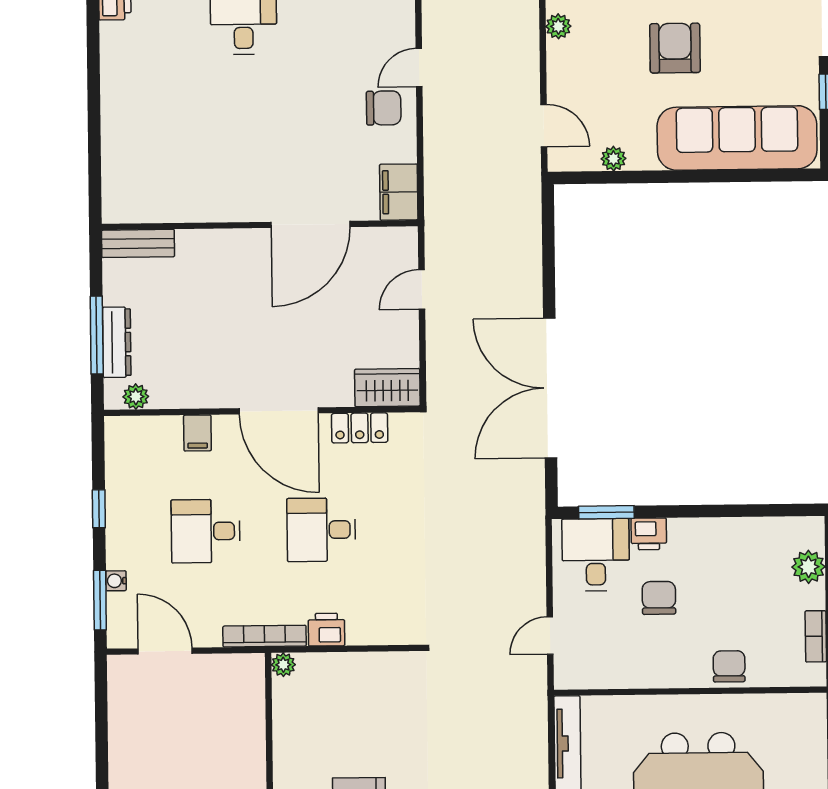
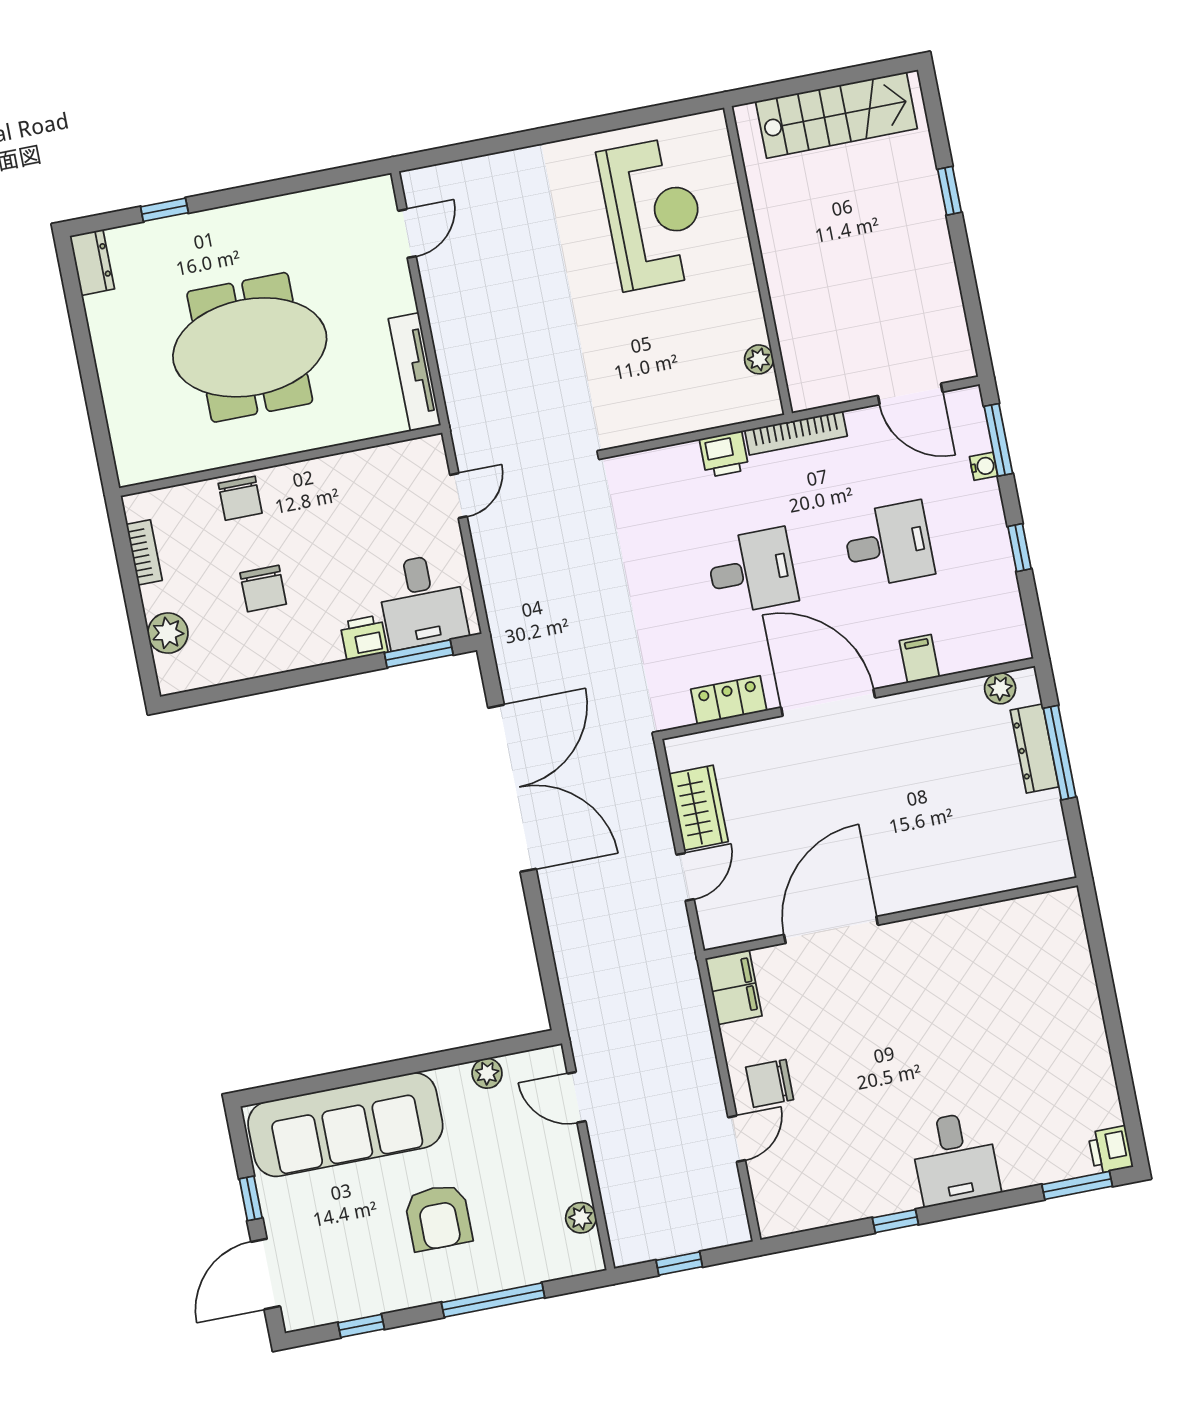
bench: (138, 243) -> (1031, 870), removed
wardrobe: (387, 388) -> (699, 808), moved, turned -90
chair: (659, 598) -> (263, 588), moved
plant: (283, 665) -> (759, 359), moved

